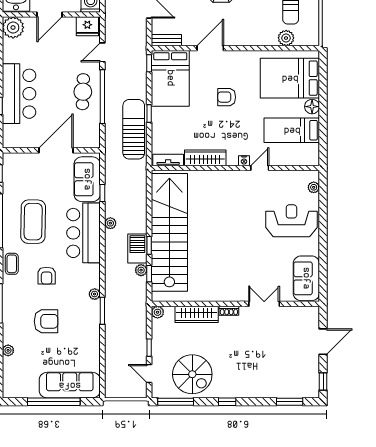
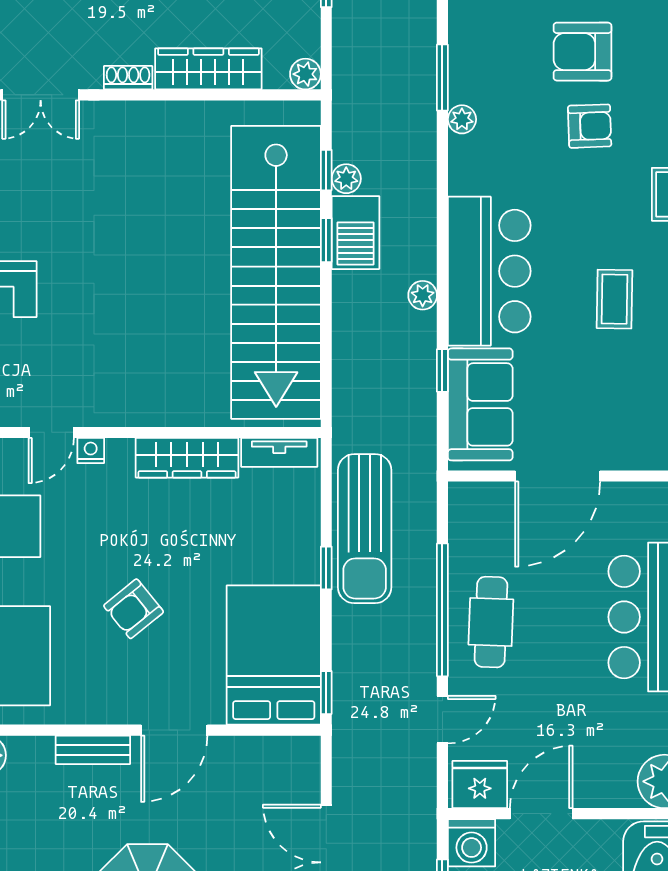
door: (49, 15) -> (541, 814), moved
bench: (166, 40) -> (93, 750), moved
armchair: (227, 97) -> (134, 609), turned 141
coffee table: (33, 222) -> (615, 299), width x0.54, depth x0.58
armchair: (47, 276) -> (590, 126), moved, turned 88

